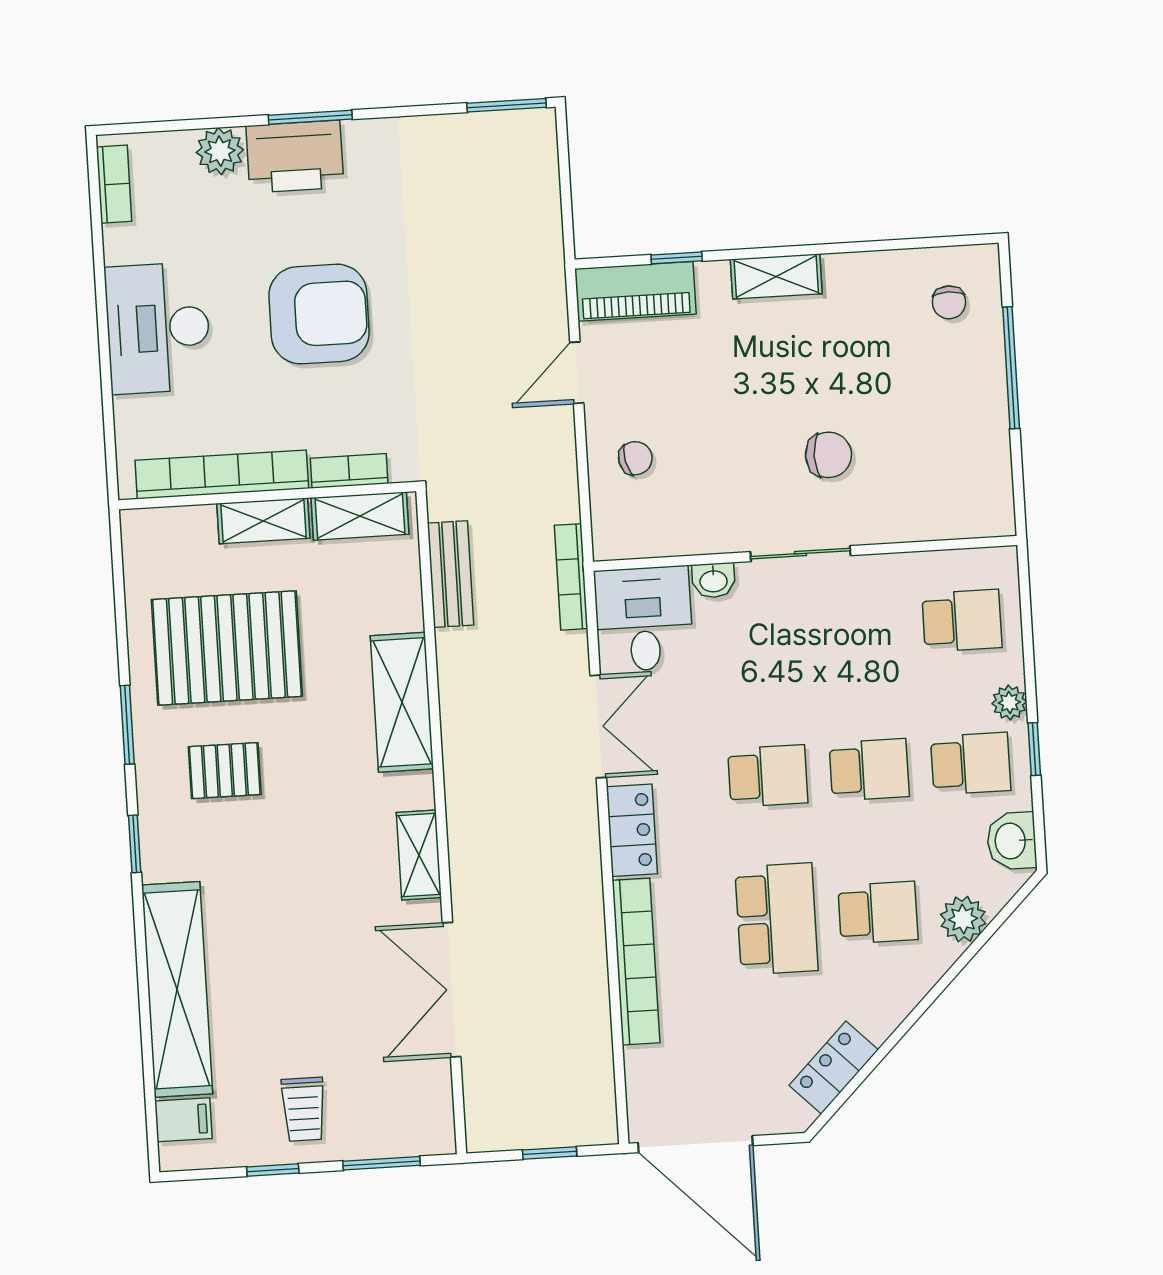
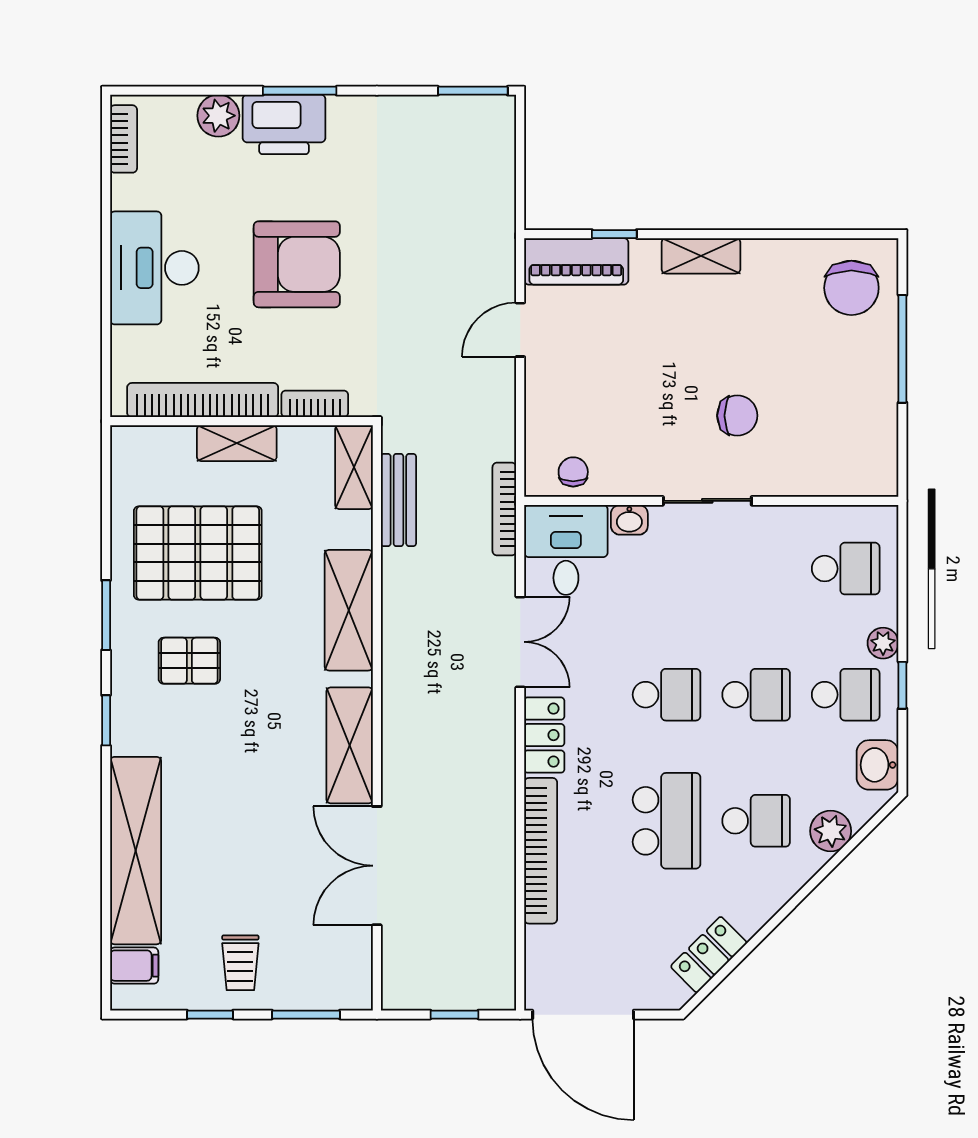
chair: (949, 302) -> (851, 288), width x1.87, depth x1.87
chair: (635, 458) -> (573, 472), moved, turned -77
shelving: (360, 516) -> (354, 467), moved, turned 90
shelving: (419, 855) -> (350, 745), width x1.50, depth x1.33

